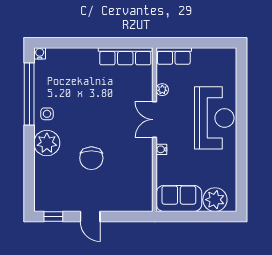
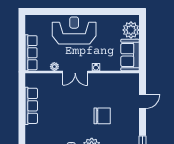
row of seats: (125, 56) -> (31, 106), moved
row of seats: (174, 56) -> (31, 53), width x1.48
door: (90, 216) -> (143, 101), moved

